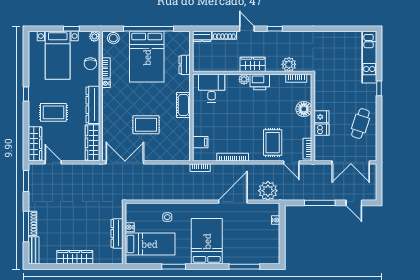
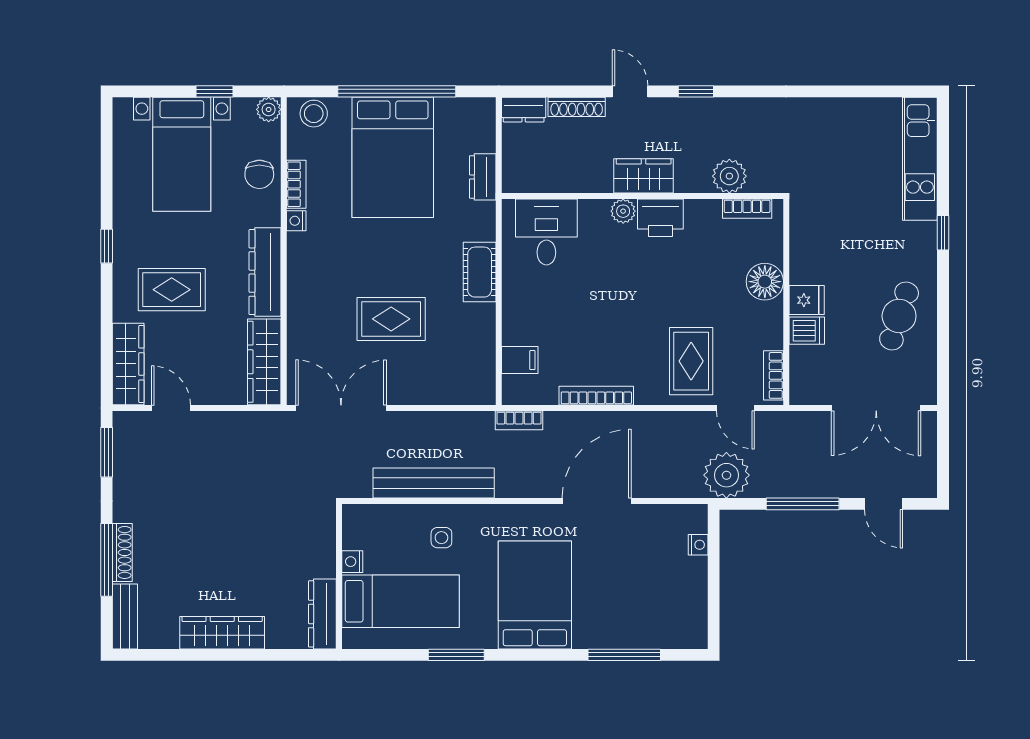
plant: (268, 191) -> (726, 475), moved
bench: (164, 194) -> (434, 483), added
dresser: (117, 233) -> (322, 614), moved

